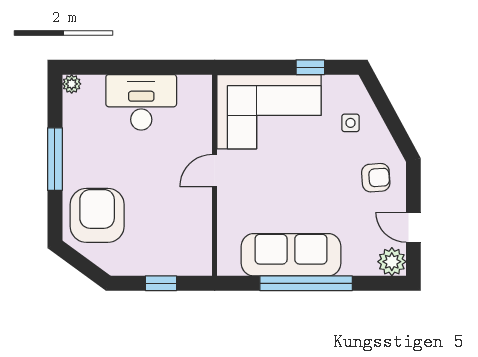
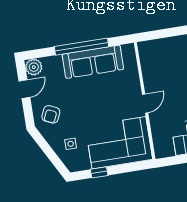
armchair: (376, 178) -> (51, 114), turned -62
door: (413, 227) -> (24, 89), hinge flipped
window: (161, 283) -> (166, 33), removed

